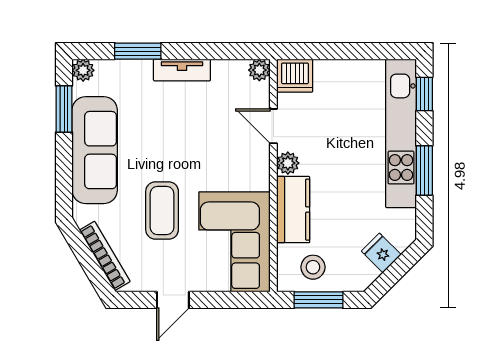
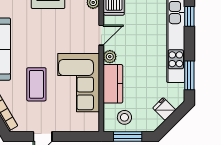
door: (273, 126) -> (101, 35), swing flipped
window: (424, 170) -> (189, 75), moved
corner sofa: (235, 242) -> (79, 83), moved

